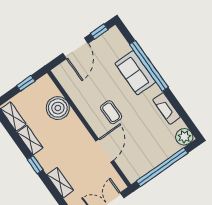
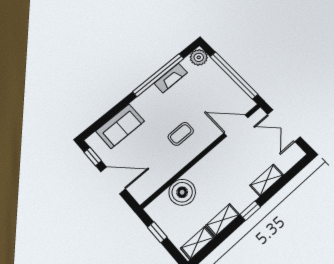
window: (149, 66) -> (158, 75), moved
sofa: (135, 73) -> (120, 126), moved
door: (105, 151) -> (236, 125), moved

